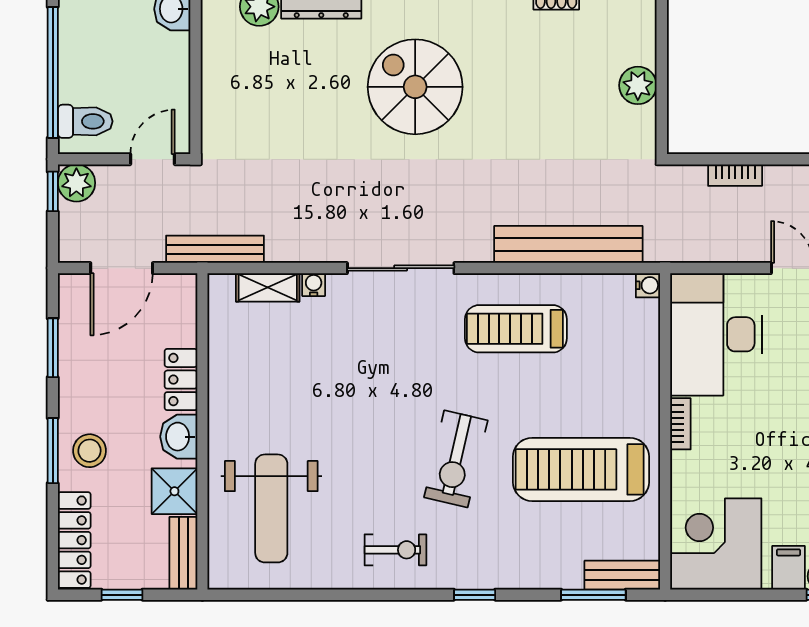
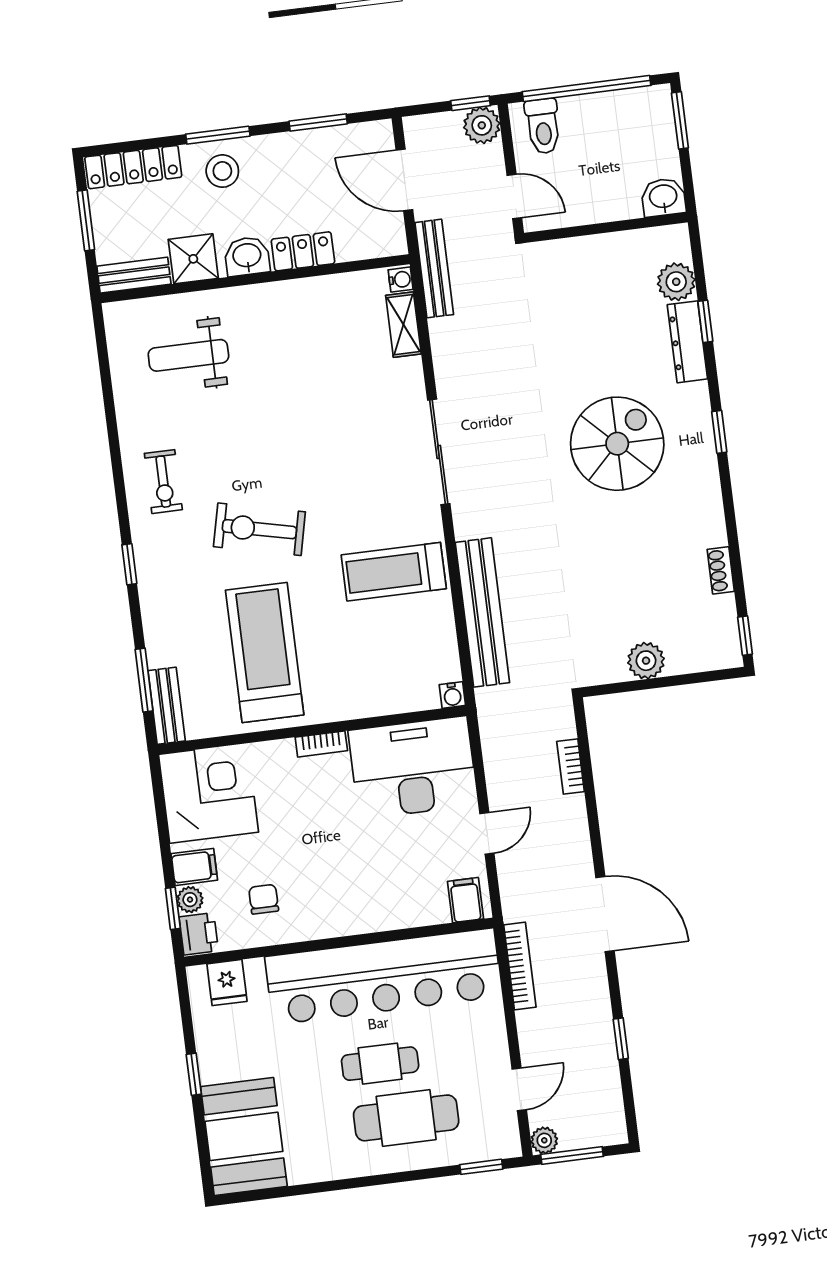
water cooler: (314, 285) -> (401, 280), moved
treadmill: (516, 329) -> (394, 572), turned -90
weight bench: (271, 508) -> (188, 355), width x0.73, depth x0.75
window: (122, 595) -> (86, 220), width x1.50

